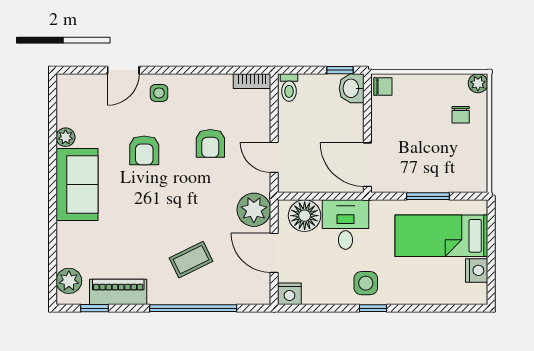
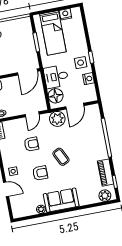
coffee table: (191, 260) -> (61, 157), moved
nightstand: (289, 294) -> (89, 79), moved

